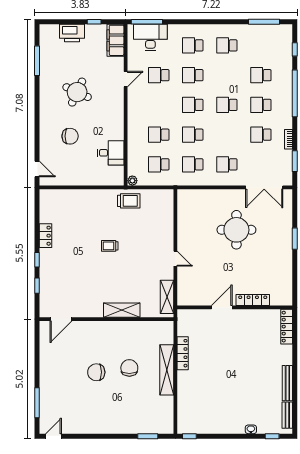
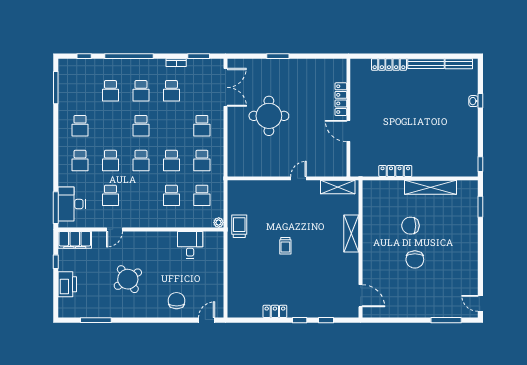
door: (126, 79) -> (114, 229), swing flipped
round table: (77, 92) -> (128, 279), turned 31
chair: (70, 136) -> (177, 301), moved
locker: (287, 327) -> (389, 64), moved
shelving: (167, 370) -> (431, 187), moved
window: (272, 436) -> (480, 101), moved

